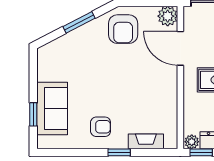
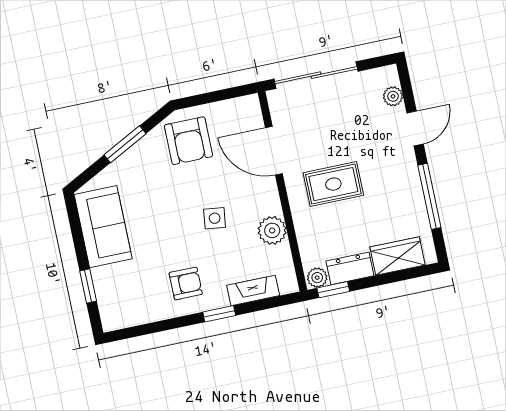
plant: (168, 16) -> (272, 230), moved
side table: (130, 86) -> (215, 218), added
sofa: (52, 108) -> (103, 227), moved

